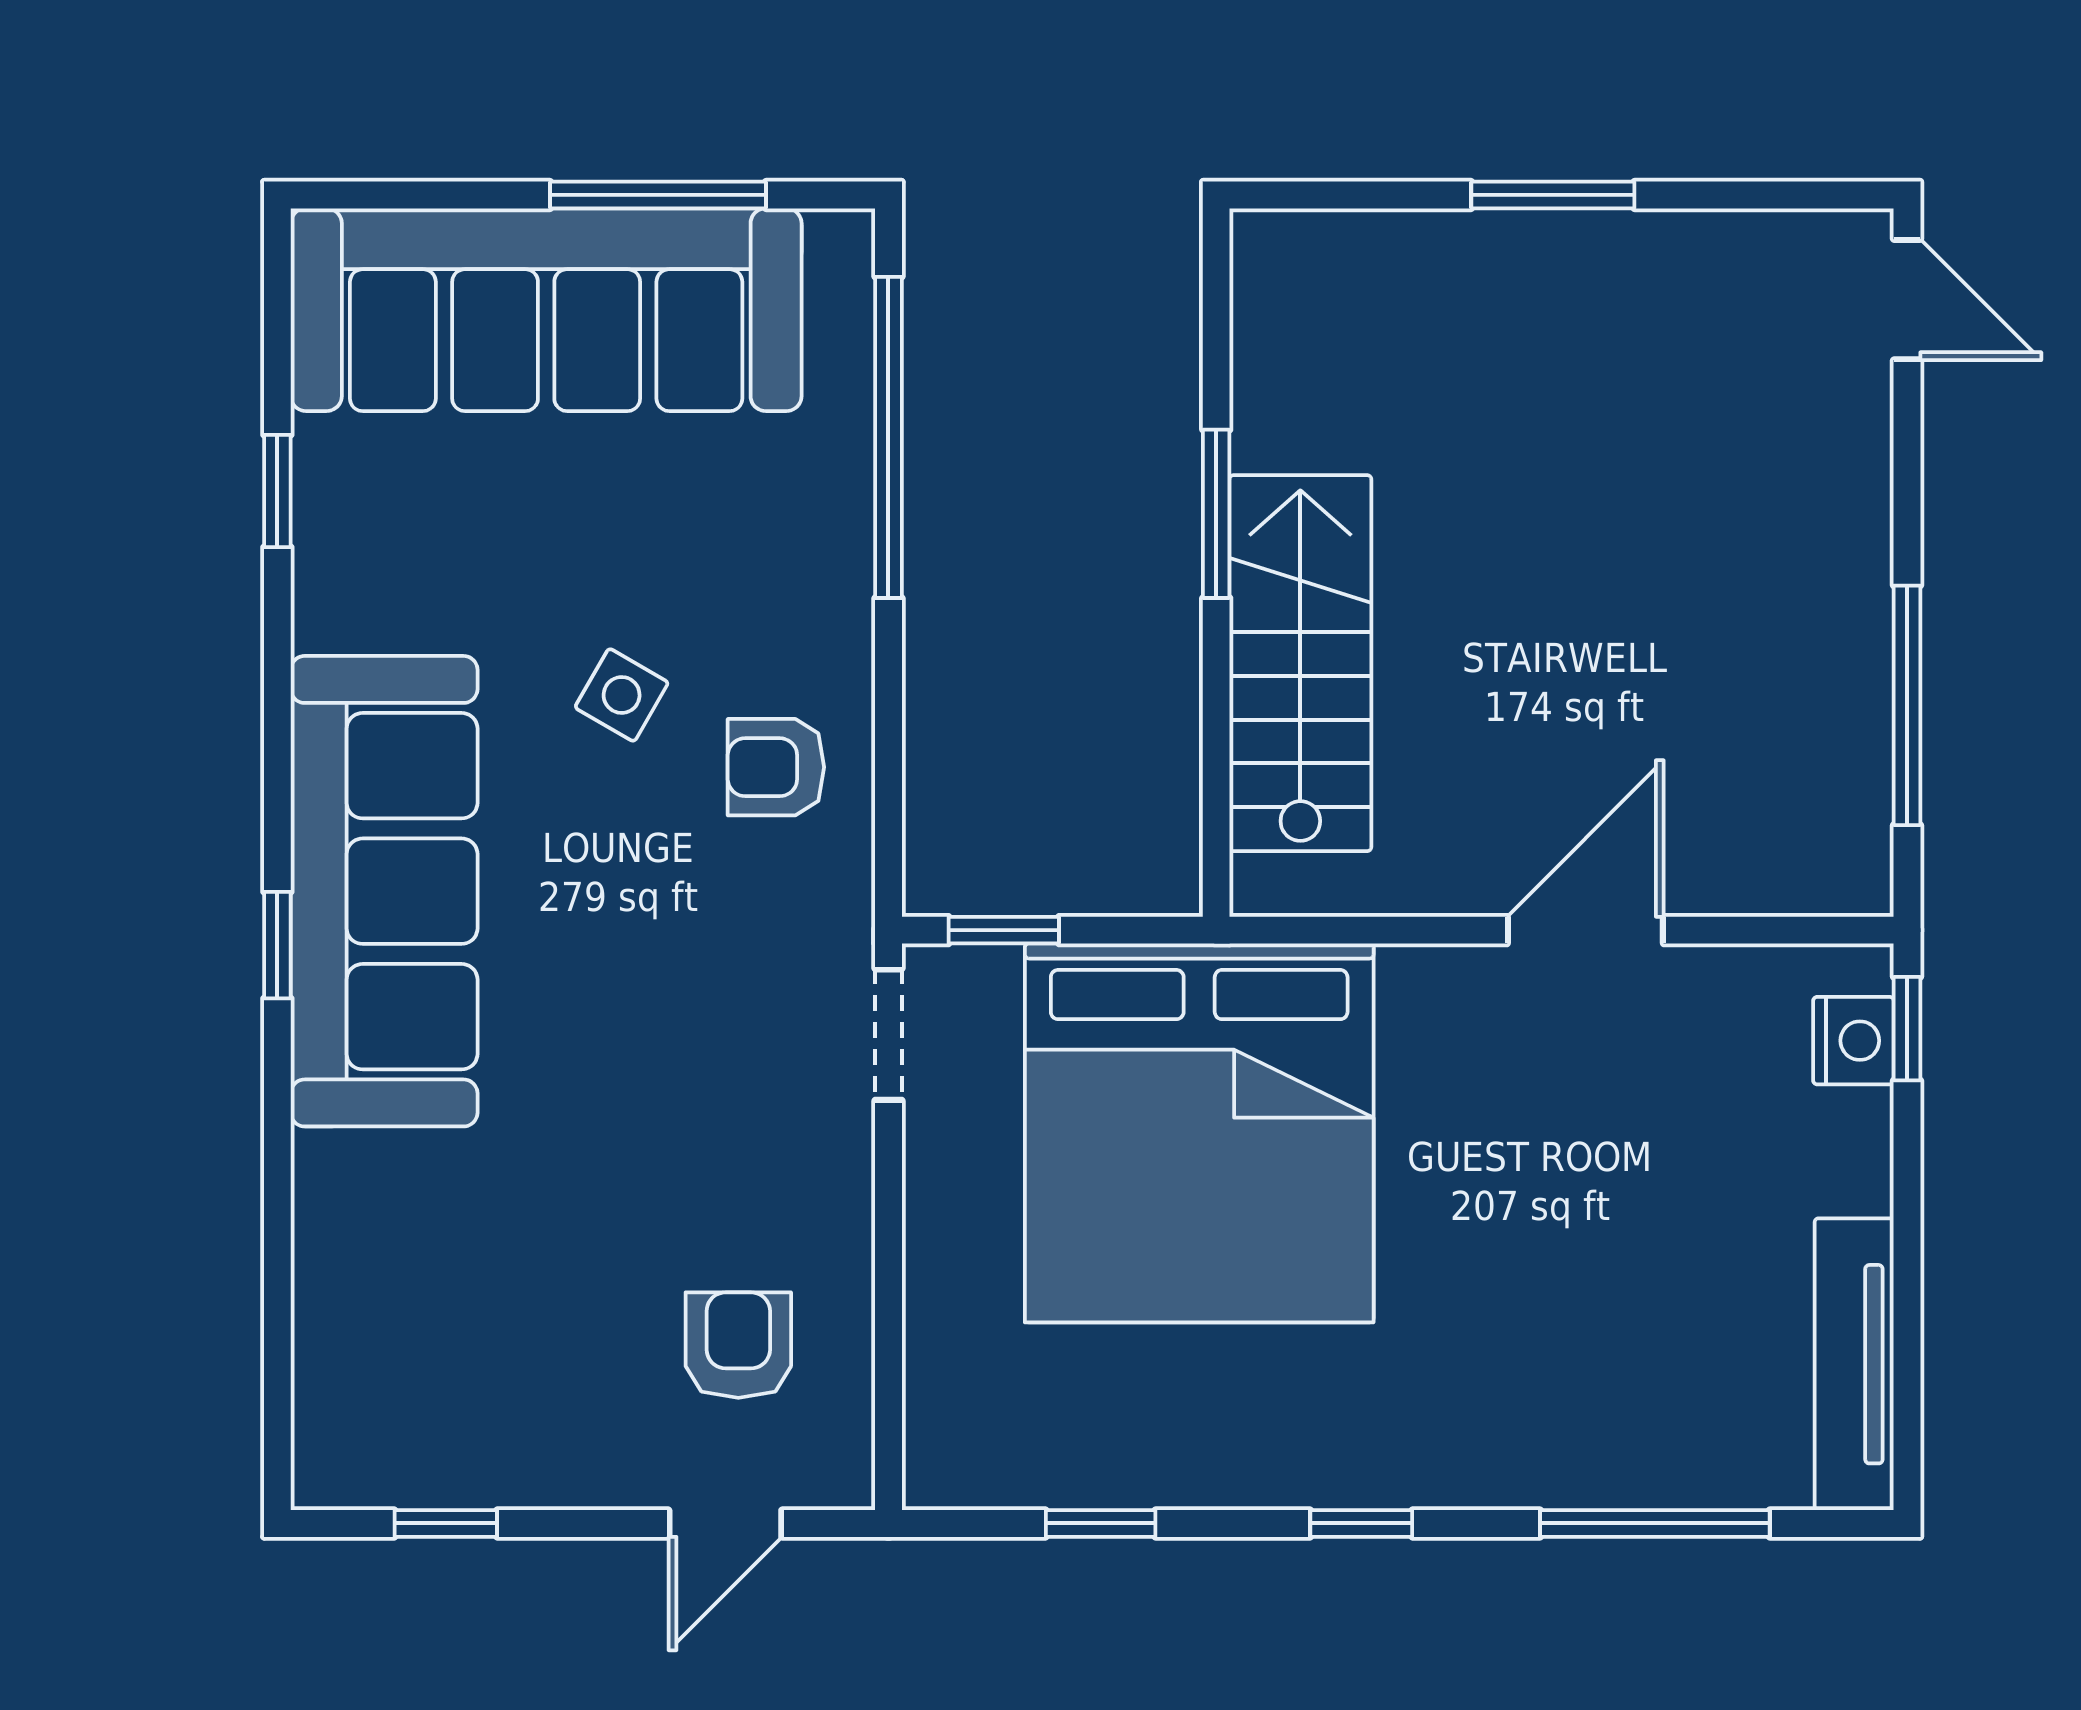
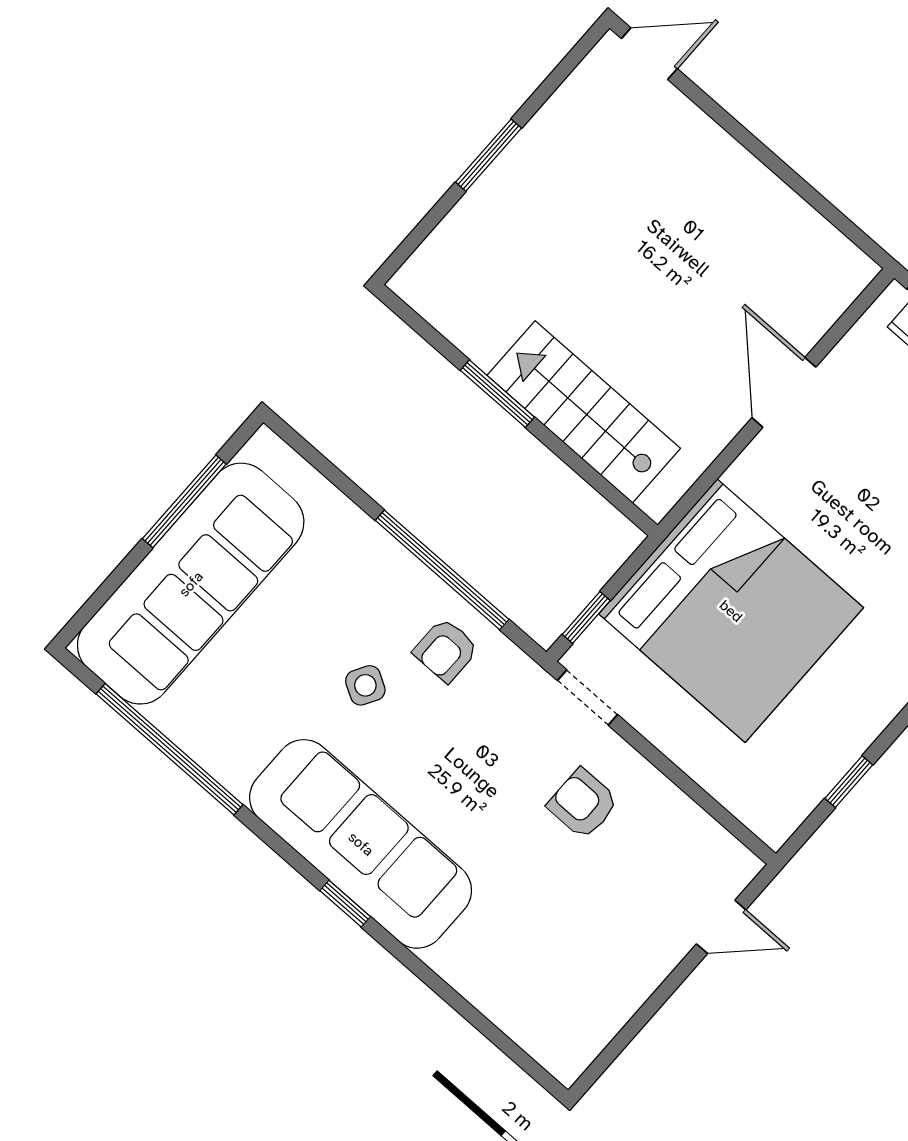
window: (888, 437) -> (442, 570), moved
window: (277, 491) -> (169, 749), width x3.17
window: (1907, 705) -> (806, 192), removed
armchair: (738, 1345) -> (583, 804), moved
window: (446, 1523) -> (626, 1035), removed
door: (725, 1523) -> (721, 927), hinge flipped

